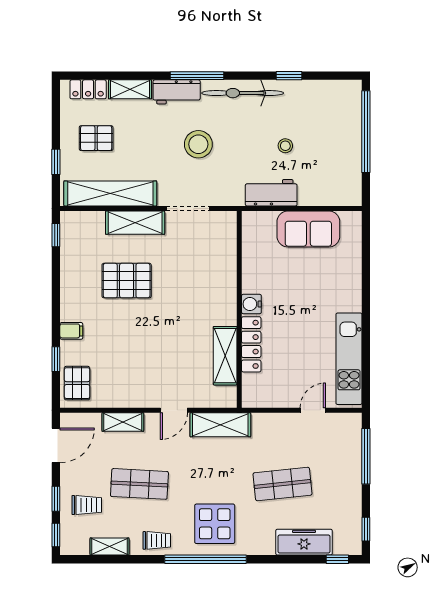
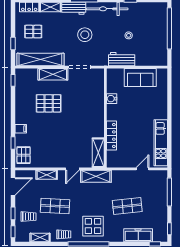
water cooler: (251, 304) -> (112, 99), moved
shelving: (225, 356) -> (98, 153), moved

